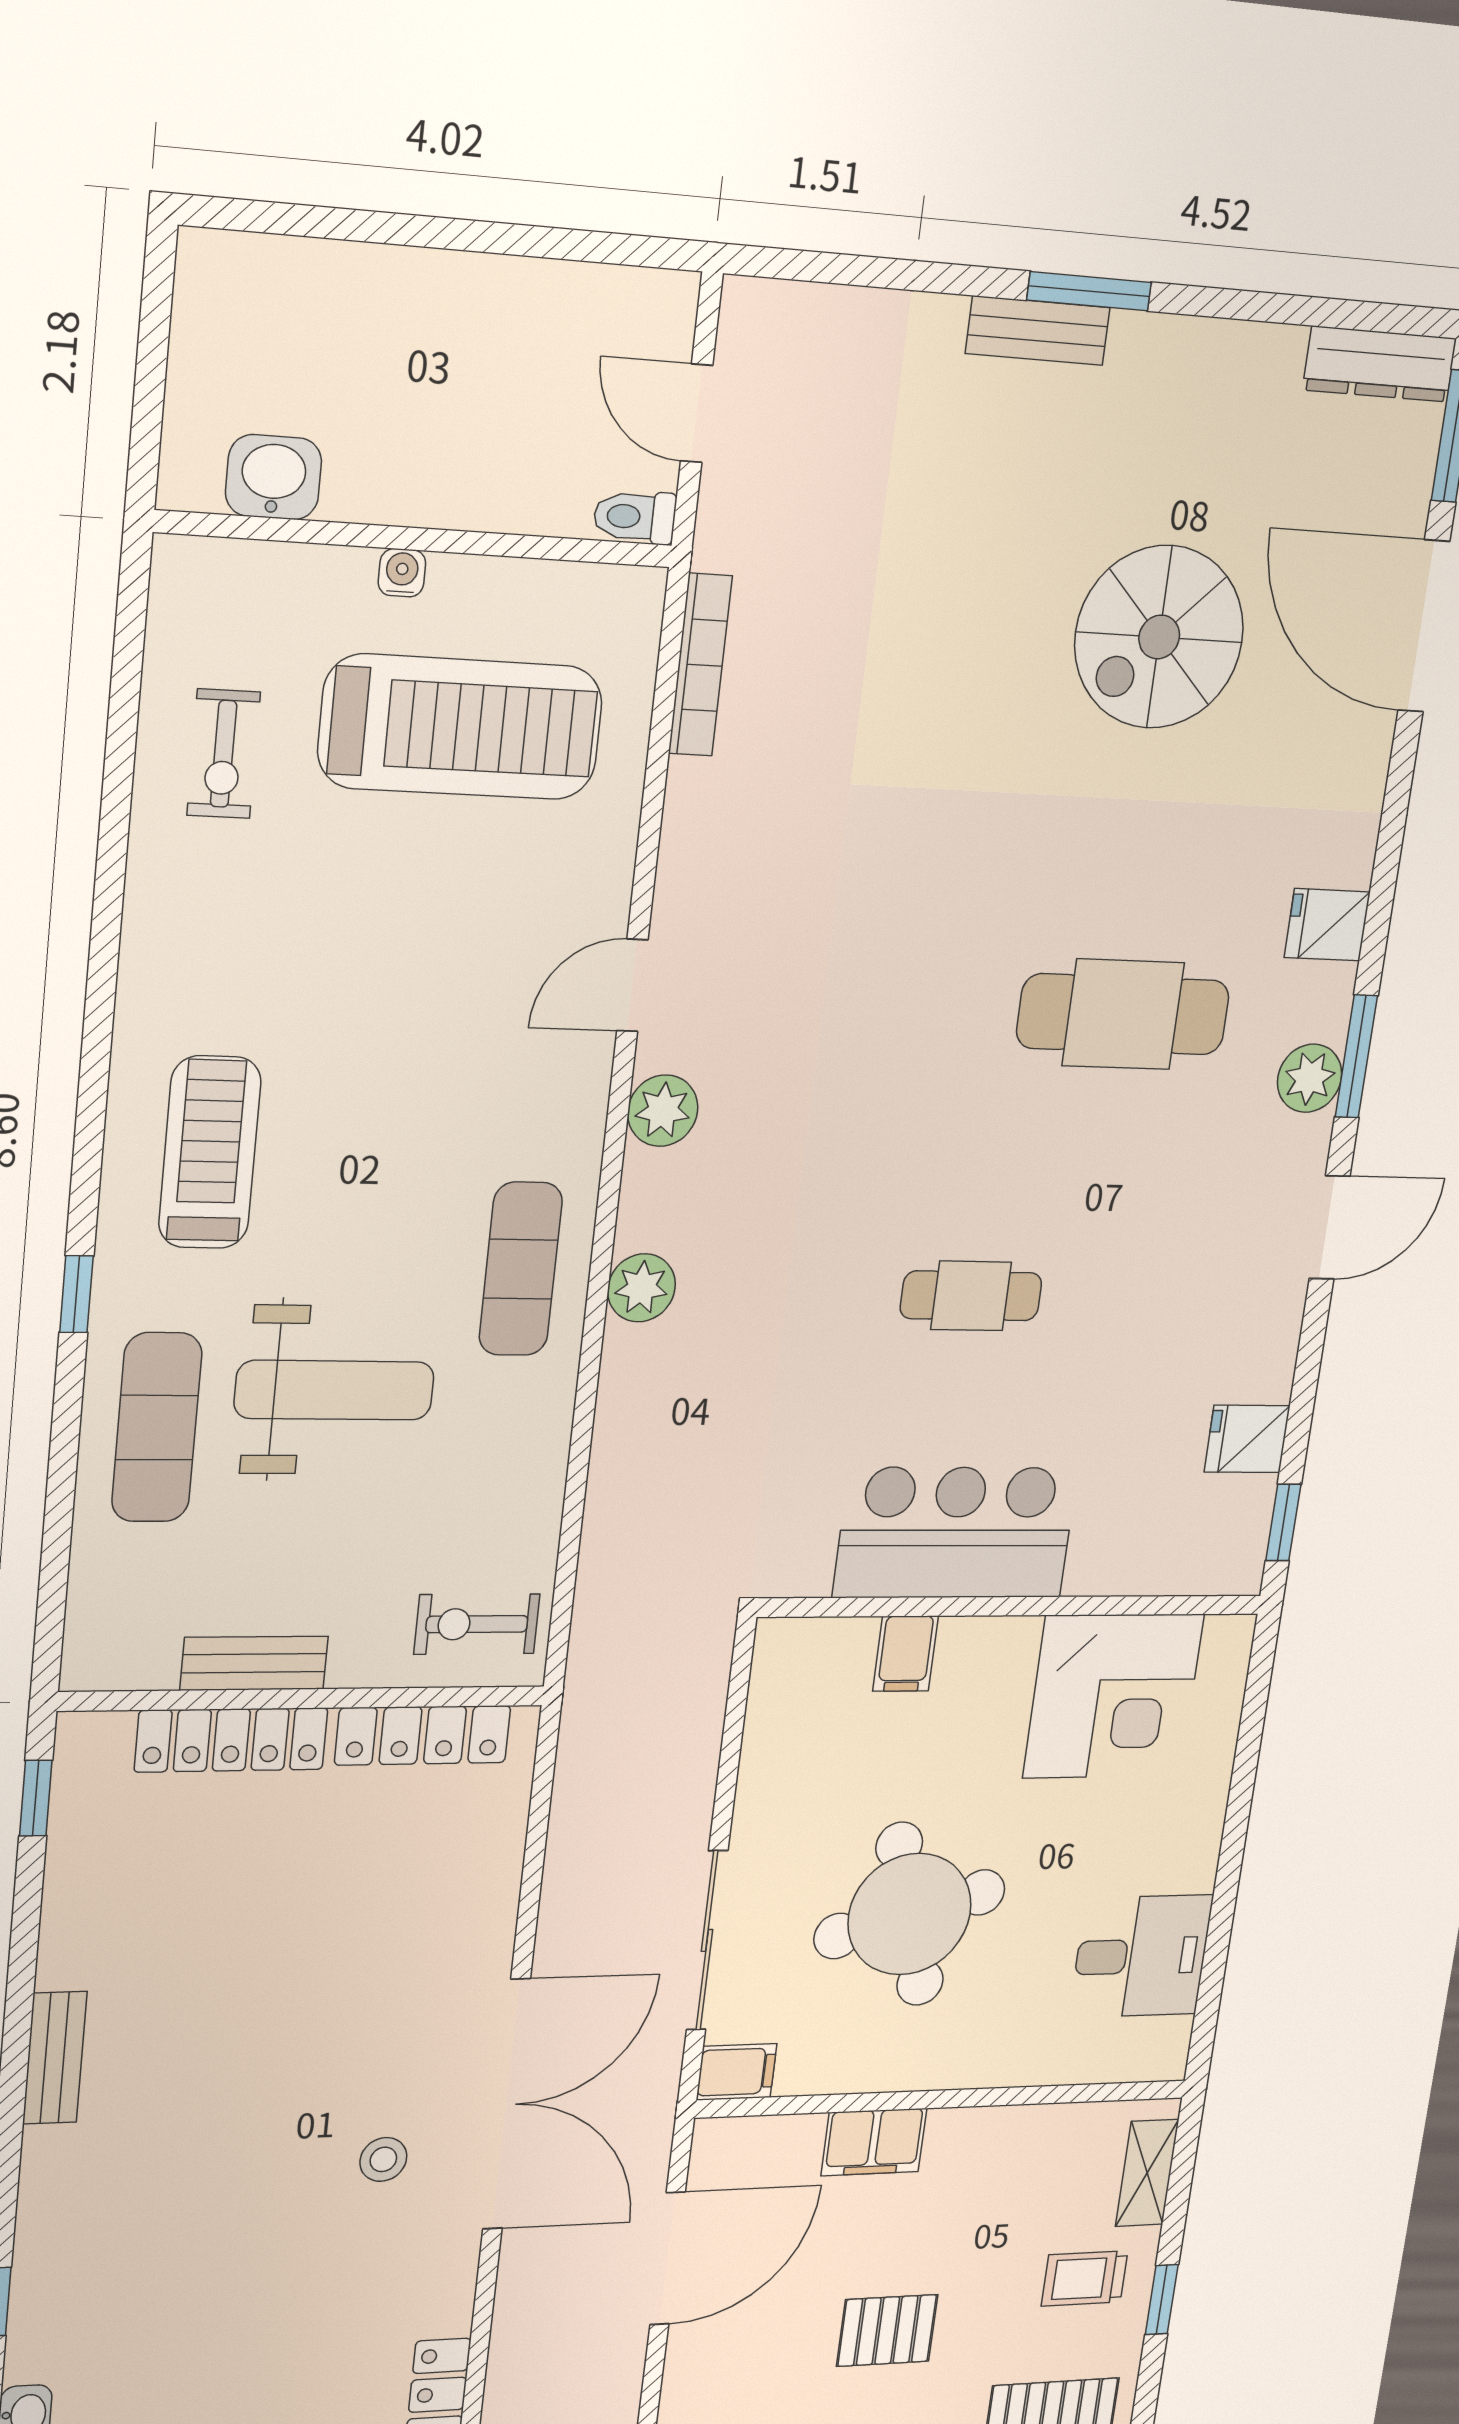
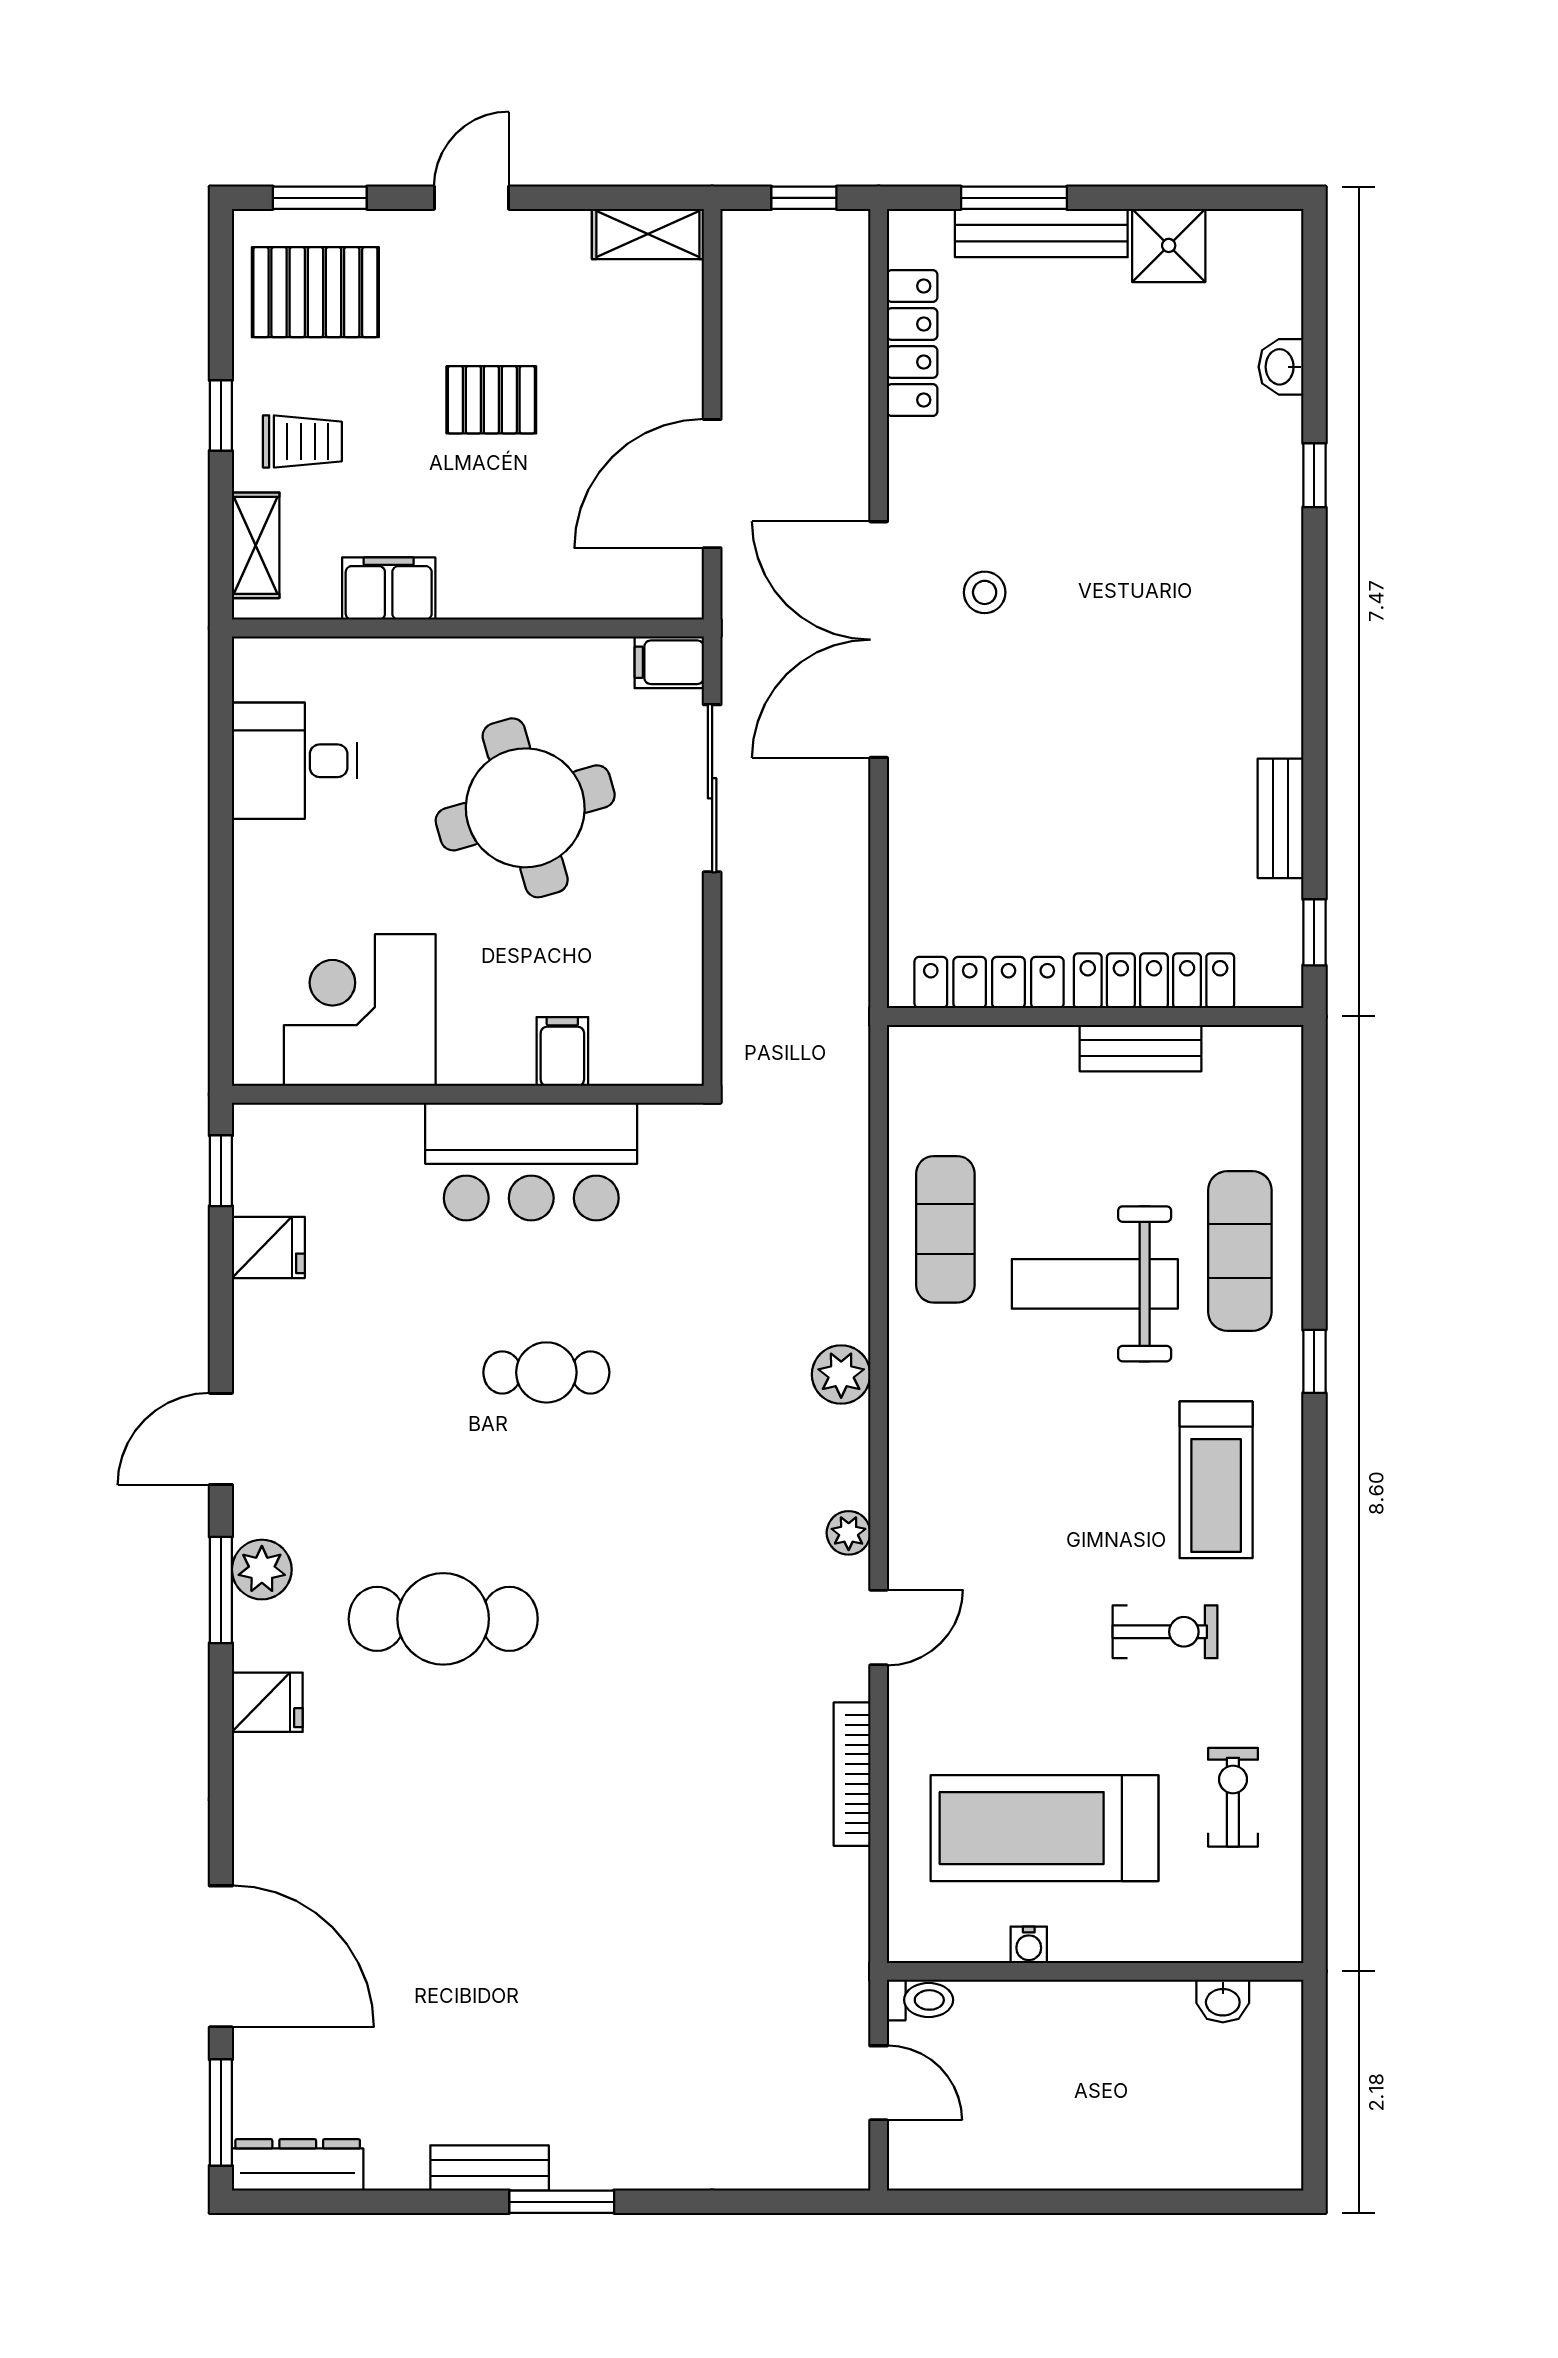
bench: (1038, 331) -> (490, 2168), moved
washbasin: (274, 477) -> (1223, 2001), width x0.72, depth x0.69
water cooler: (402, 573) -> (1029, 1945), moved
spiral stairs: (1159, 637) -> (459, 1933), removed
bookcase: (700, 665) -> (852, 1774), moved
plant: (663, 1111) -> (849, 1533), width x0.73, depth x0.73
exercise mat: (521, 1269) -> (945, 1229), moved
exercise bike: (477, 1624) -> (1165, 1632), moved
bench: (55, 2058) -> (1281, 818), moved
filing cabinet: (874, 2142) -> (389, 589), moved

